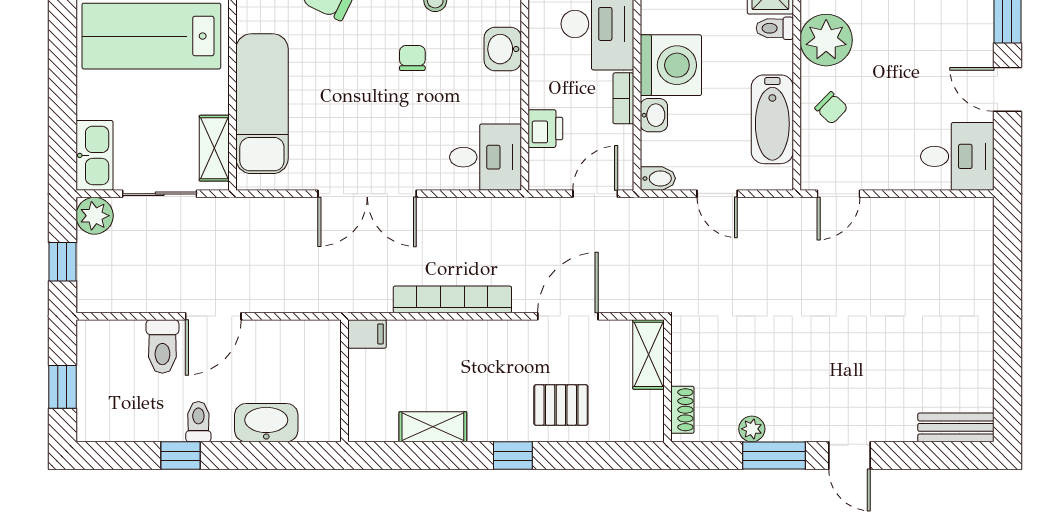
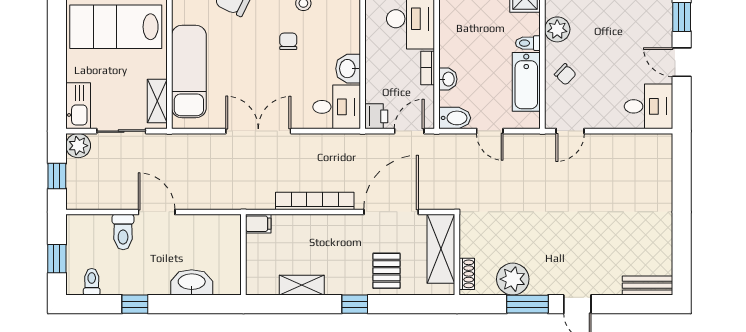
toilet: (775, 28) -> (528, 43), moved
plant: (826, 40) -> (557, 29), width x0.73, depth x0.73
washbasin: (503, 49) -> (348, 69), moved
washing machine: (671, 65) -> (459, 46), removed
printer: (545, 129) -> (376, 116), moved
bidet: (658, 178) -> (455, 118), width x1.38, depth x1.36
double door: (367, 194) -> (258, 131), swing flipped
door: (213, 316) -> (157, 212), swing flipped
door: (568, 316) -> (391, 212), width x1.36
shelving: (648, 354) -> (441, 249), width x1.50, depth x1.33
pallet: (561, 405) -> (386, 271), turned 90
toilet: (198, 422) -> (92, 282), moved
plant: (752, 429) -> (513, 279), width x1.87, depth x1.87

